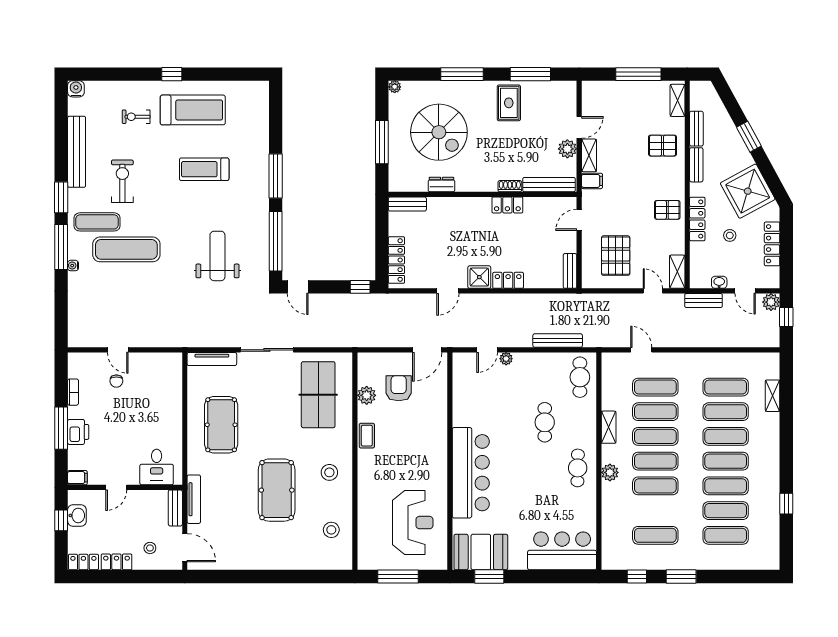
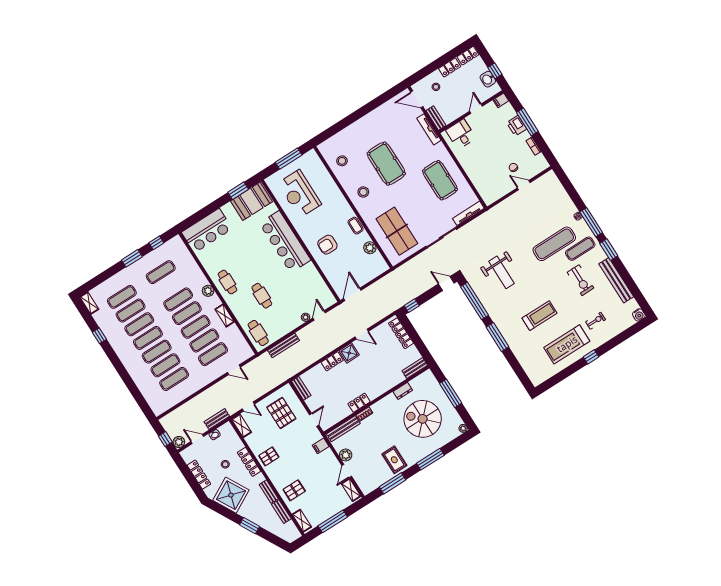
shelving: (589, 155) -> (351, 490), moved
door: (448, 291) -> (362, 334), swing flipped
armchair: (399, 388) -> (327, 245), moved, turned 90
shelving: (773, 396) -> (89, 303), moved

